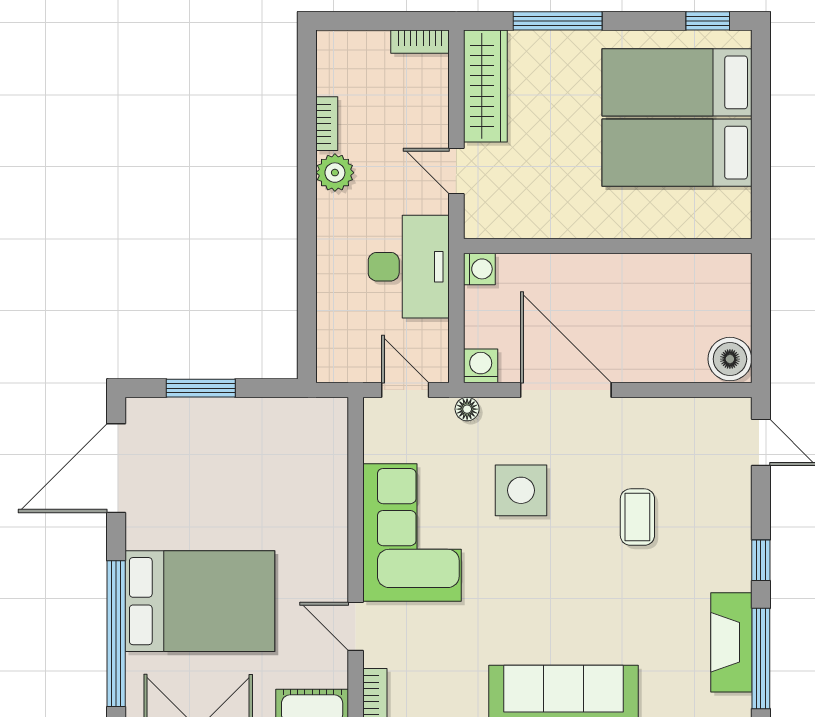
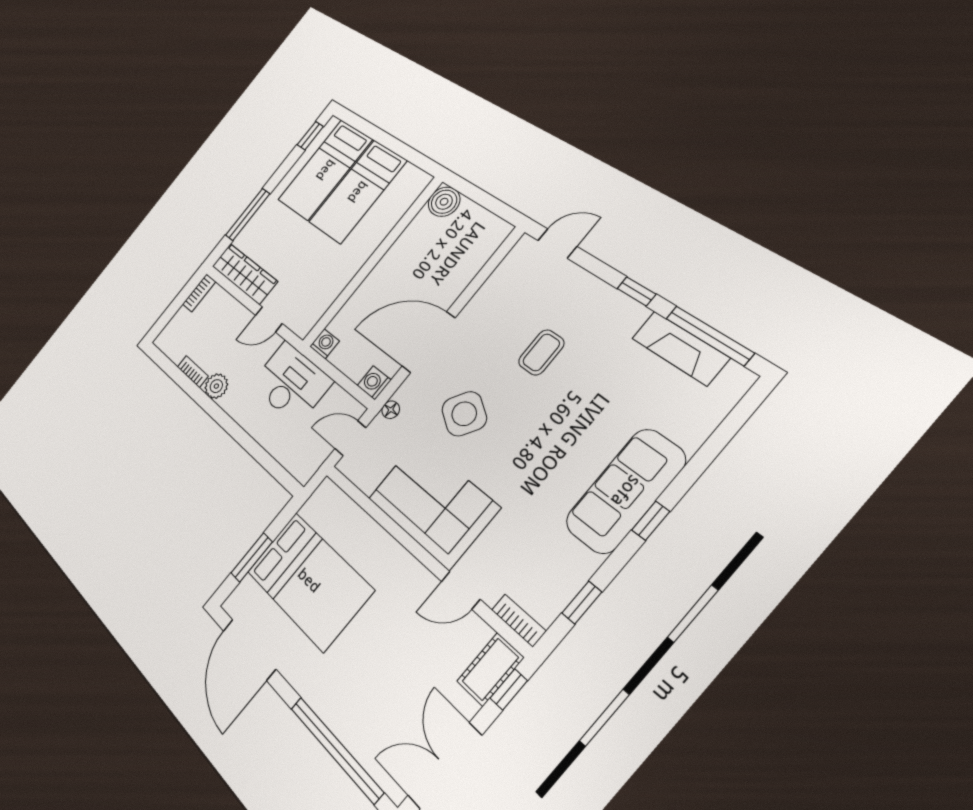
boiler: (730, 359) -> (444, 202), moved
side table: (521, 490) -> (464, 414), turned 33
coffee table: (637, 517) -> (541, 352), turned 90
bed: (200, 601) -> (309, 581), moved, turned 90

